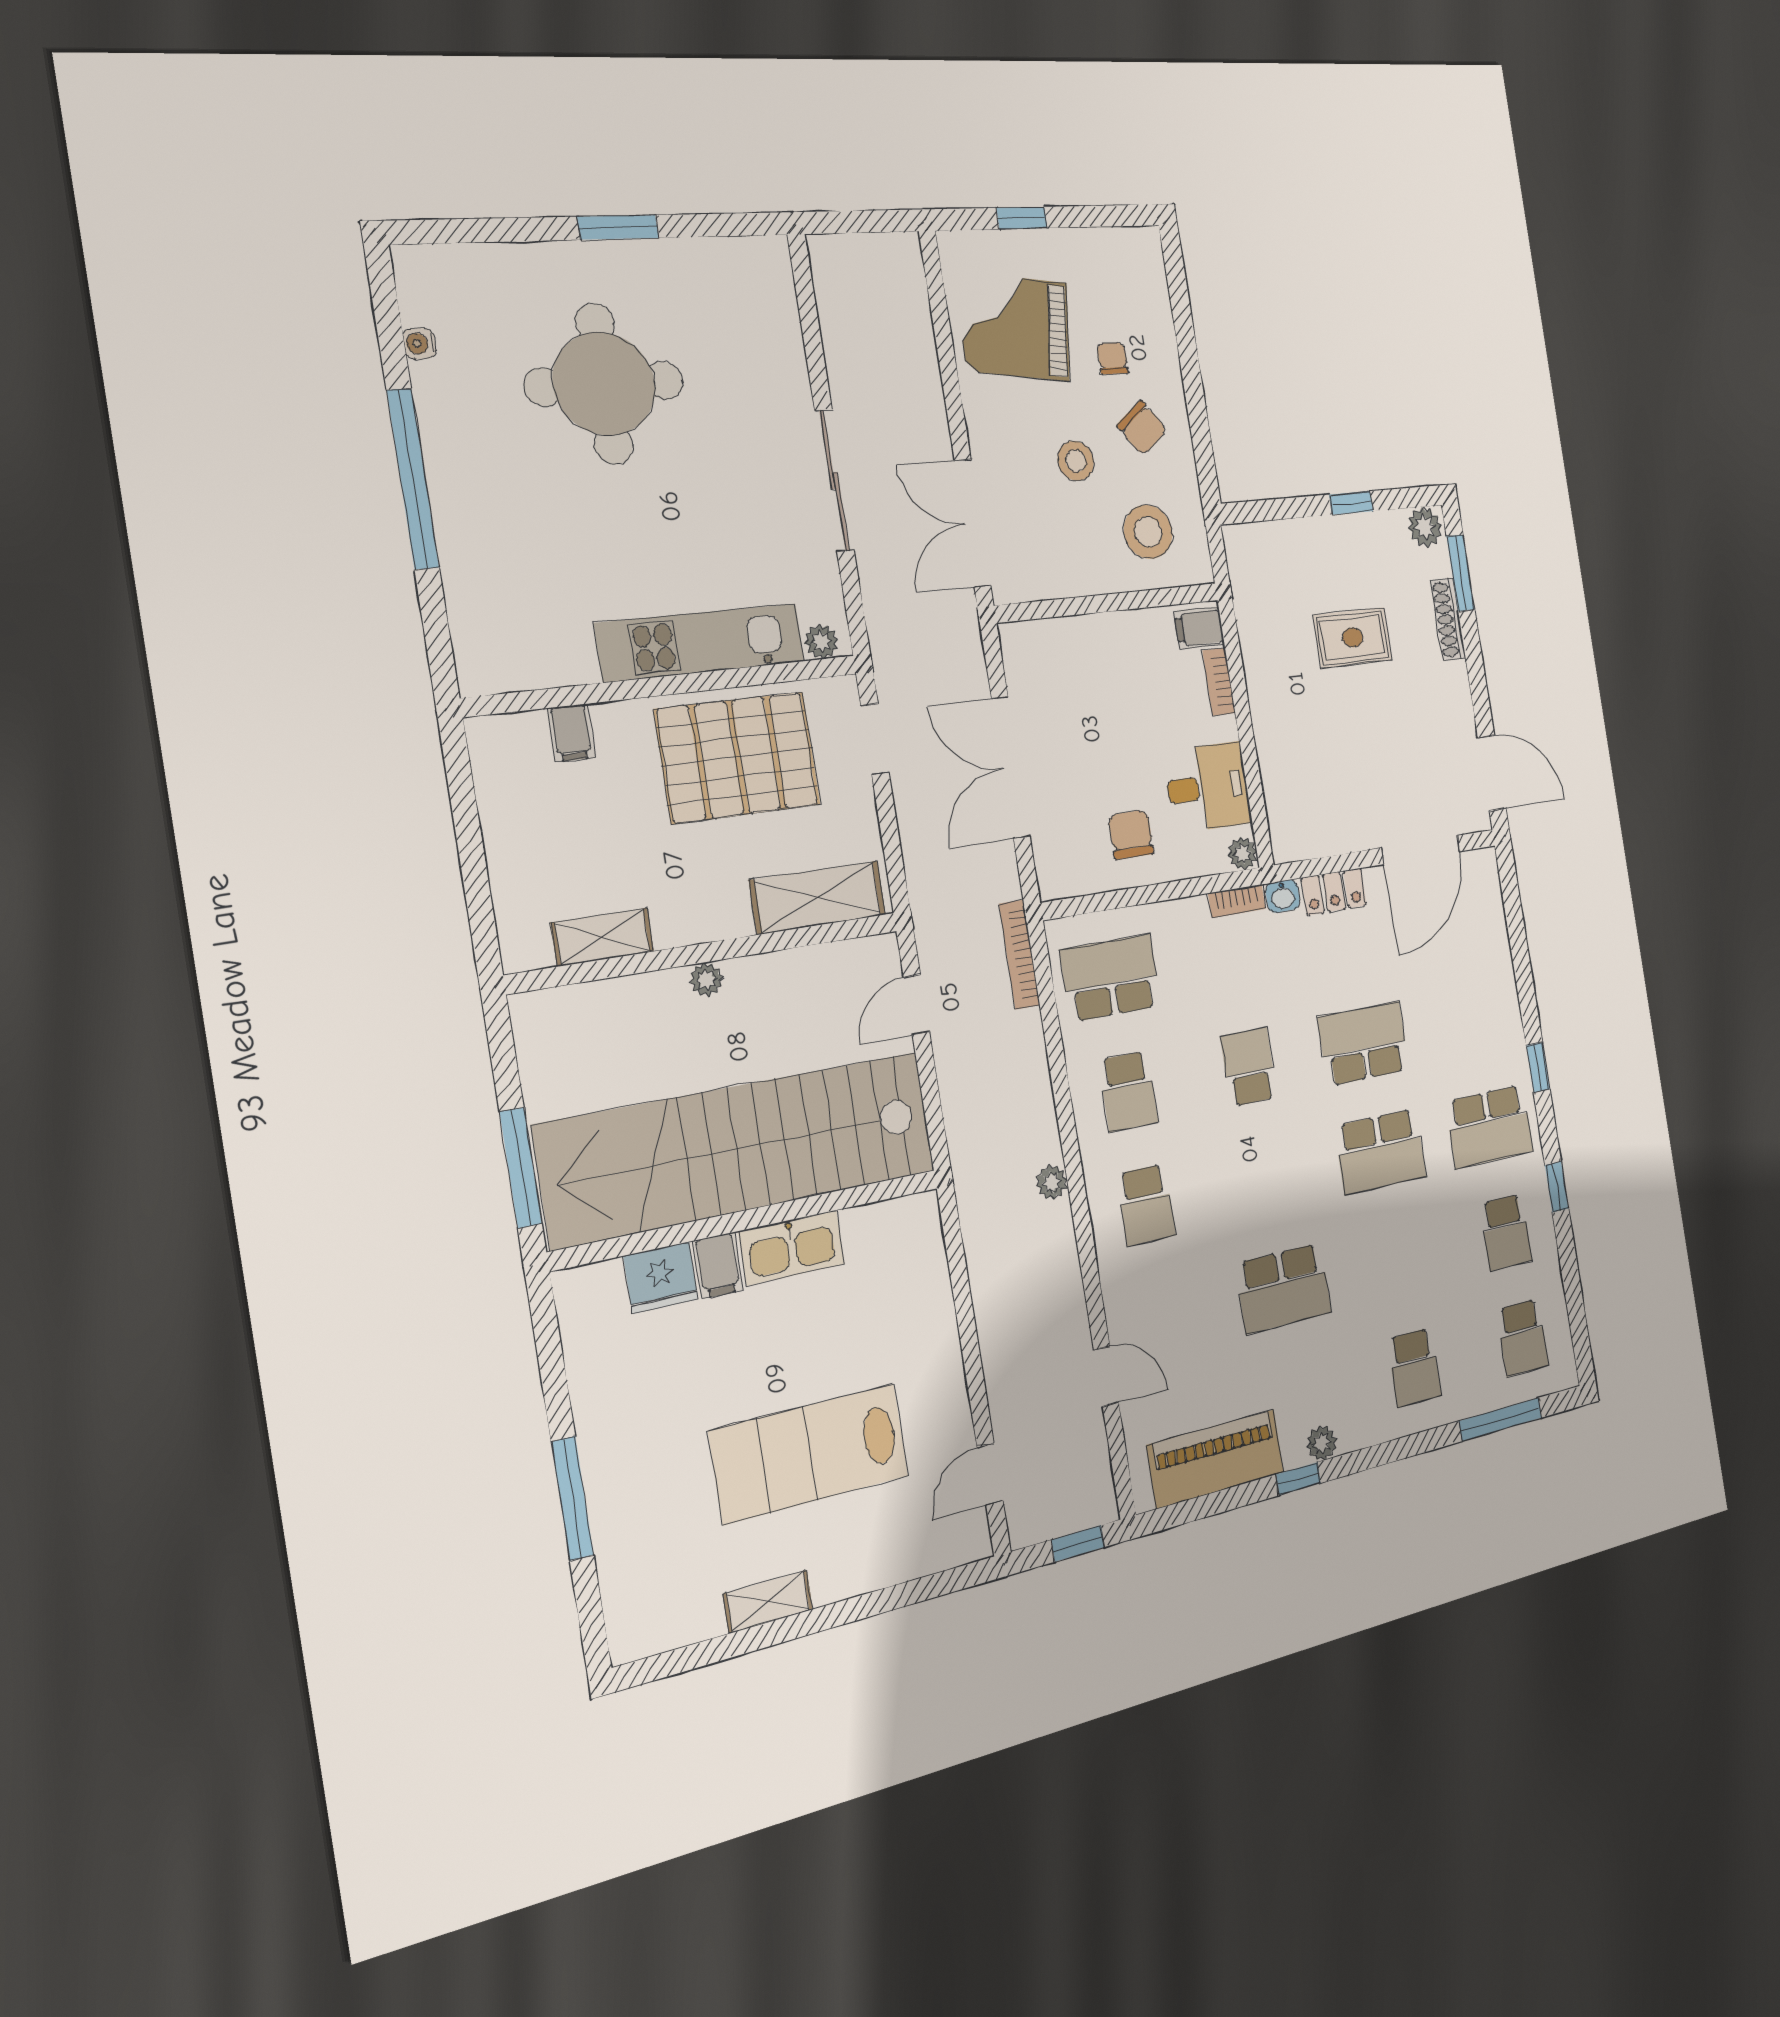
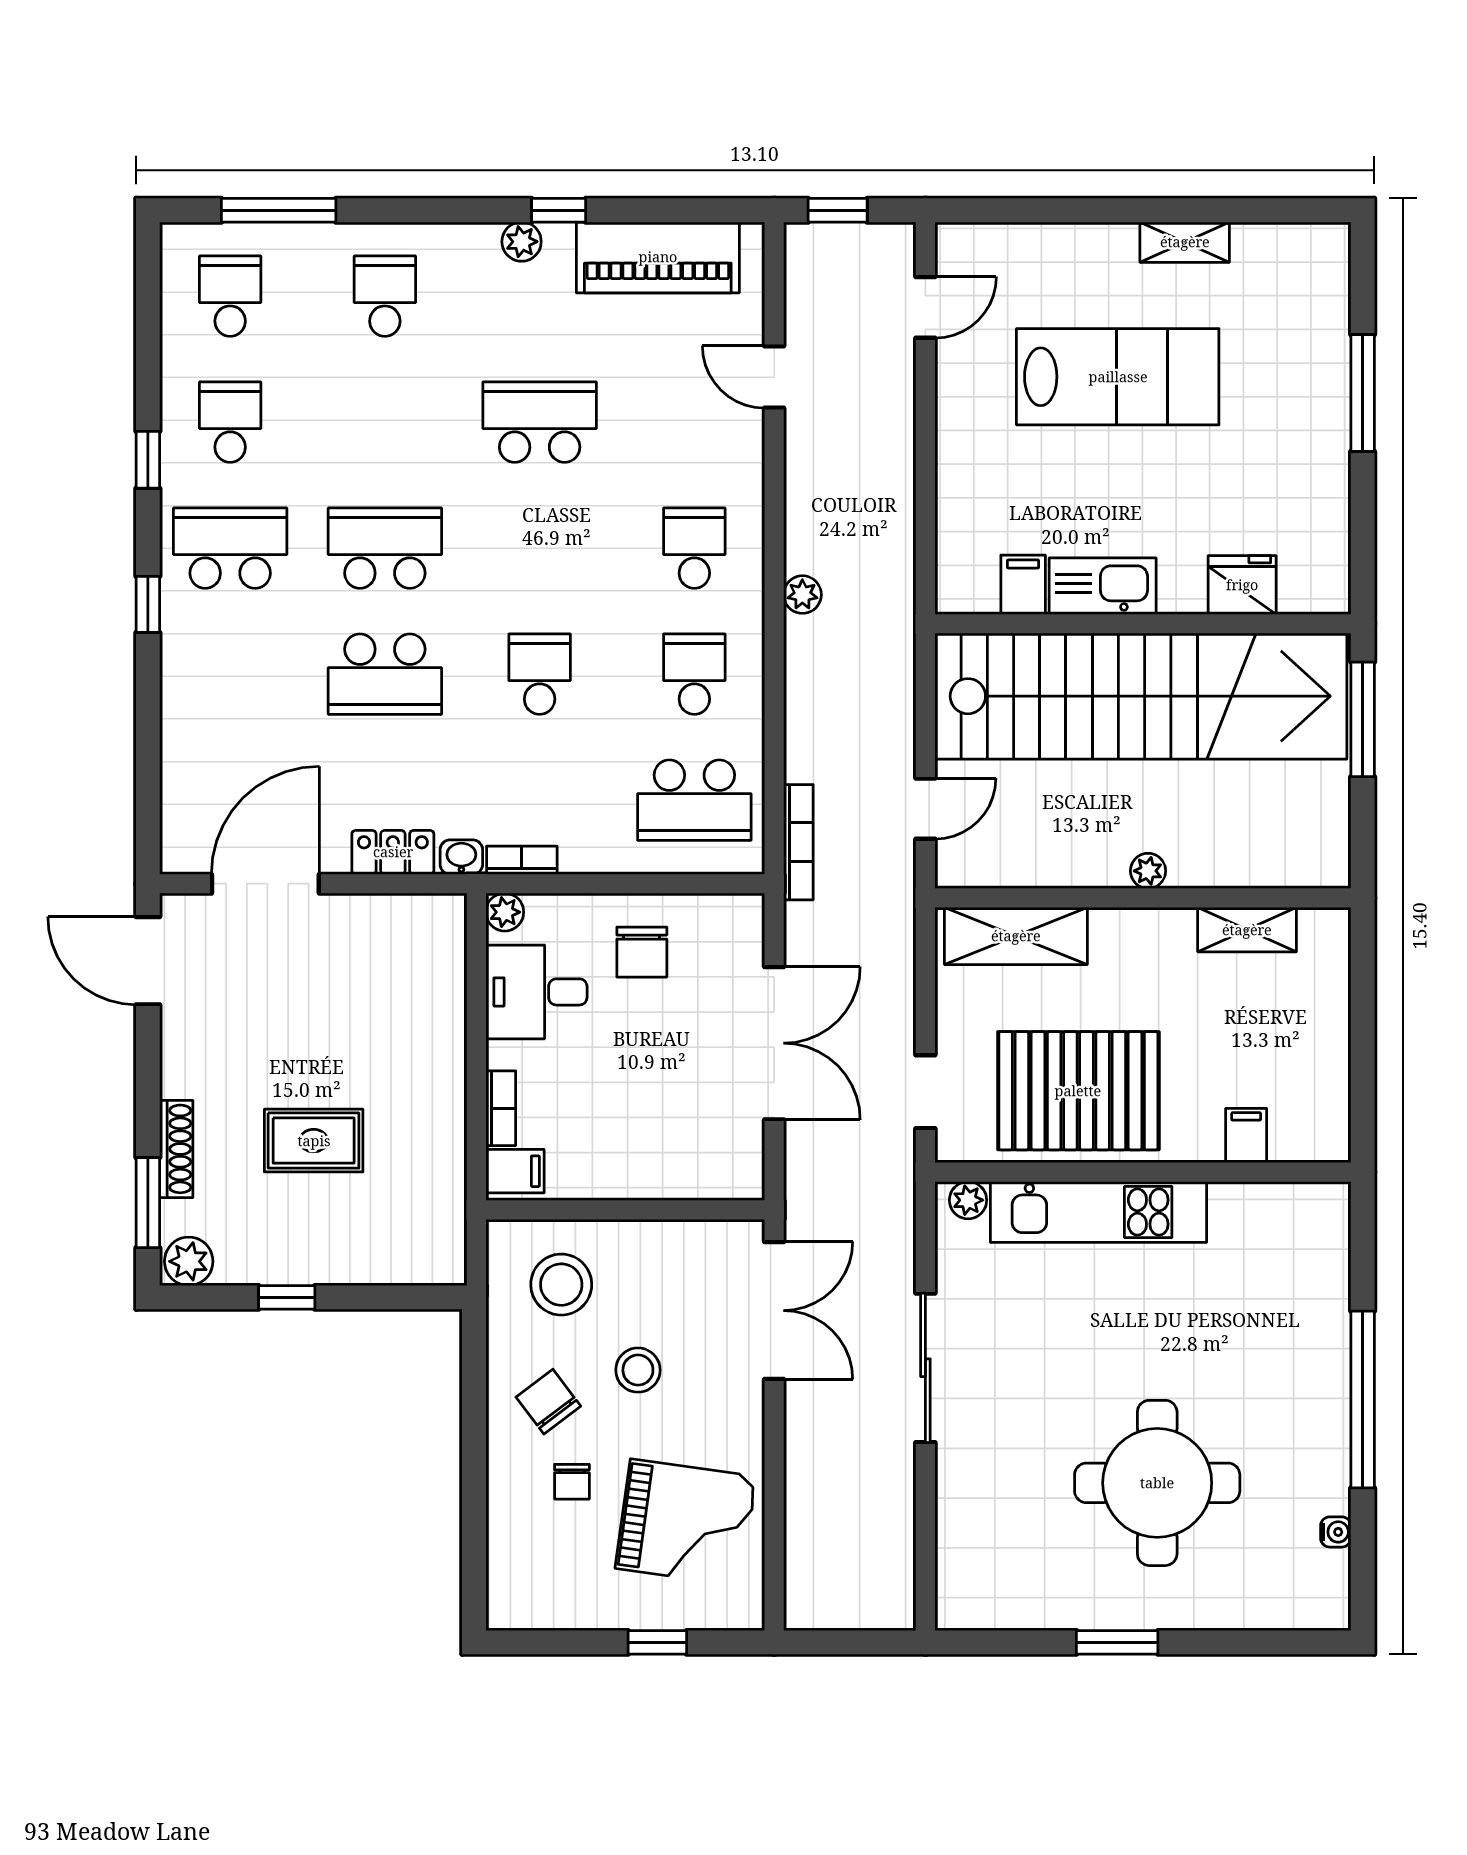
school desk: (1249, 1067) -> (540, 674), turned 180
filing cabinet: (718, 1265) -> (1023, 585), moved

